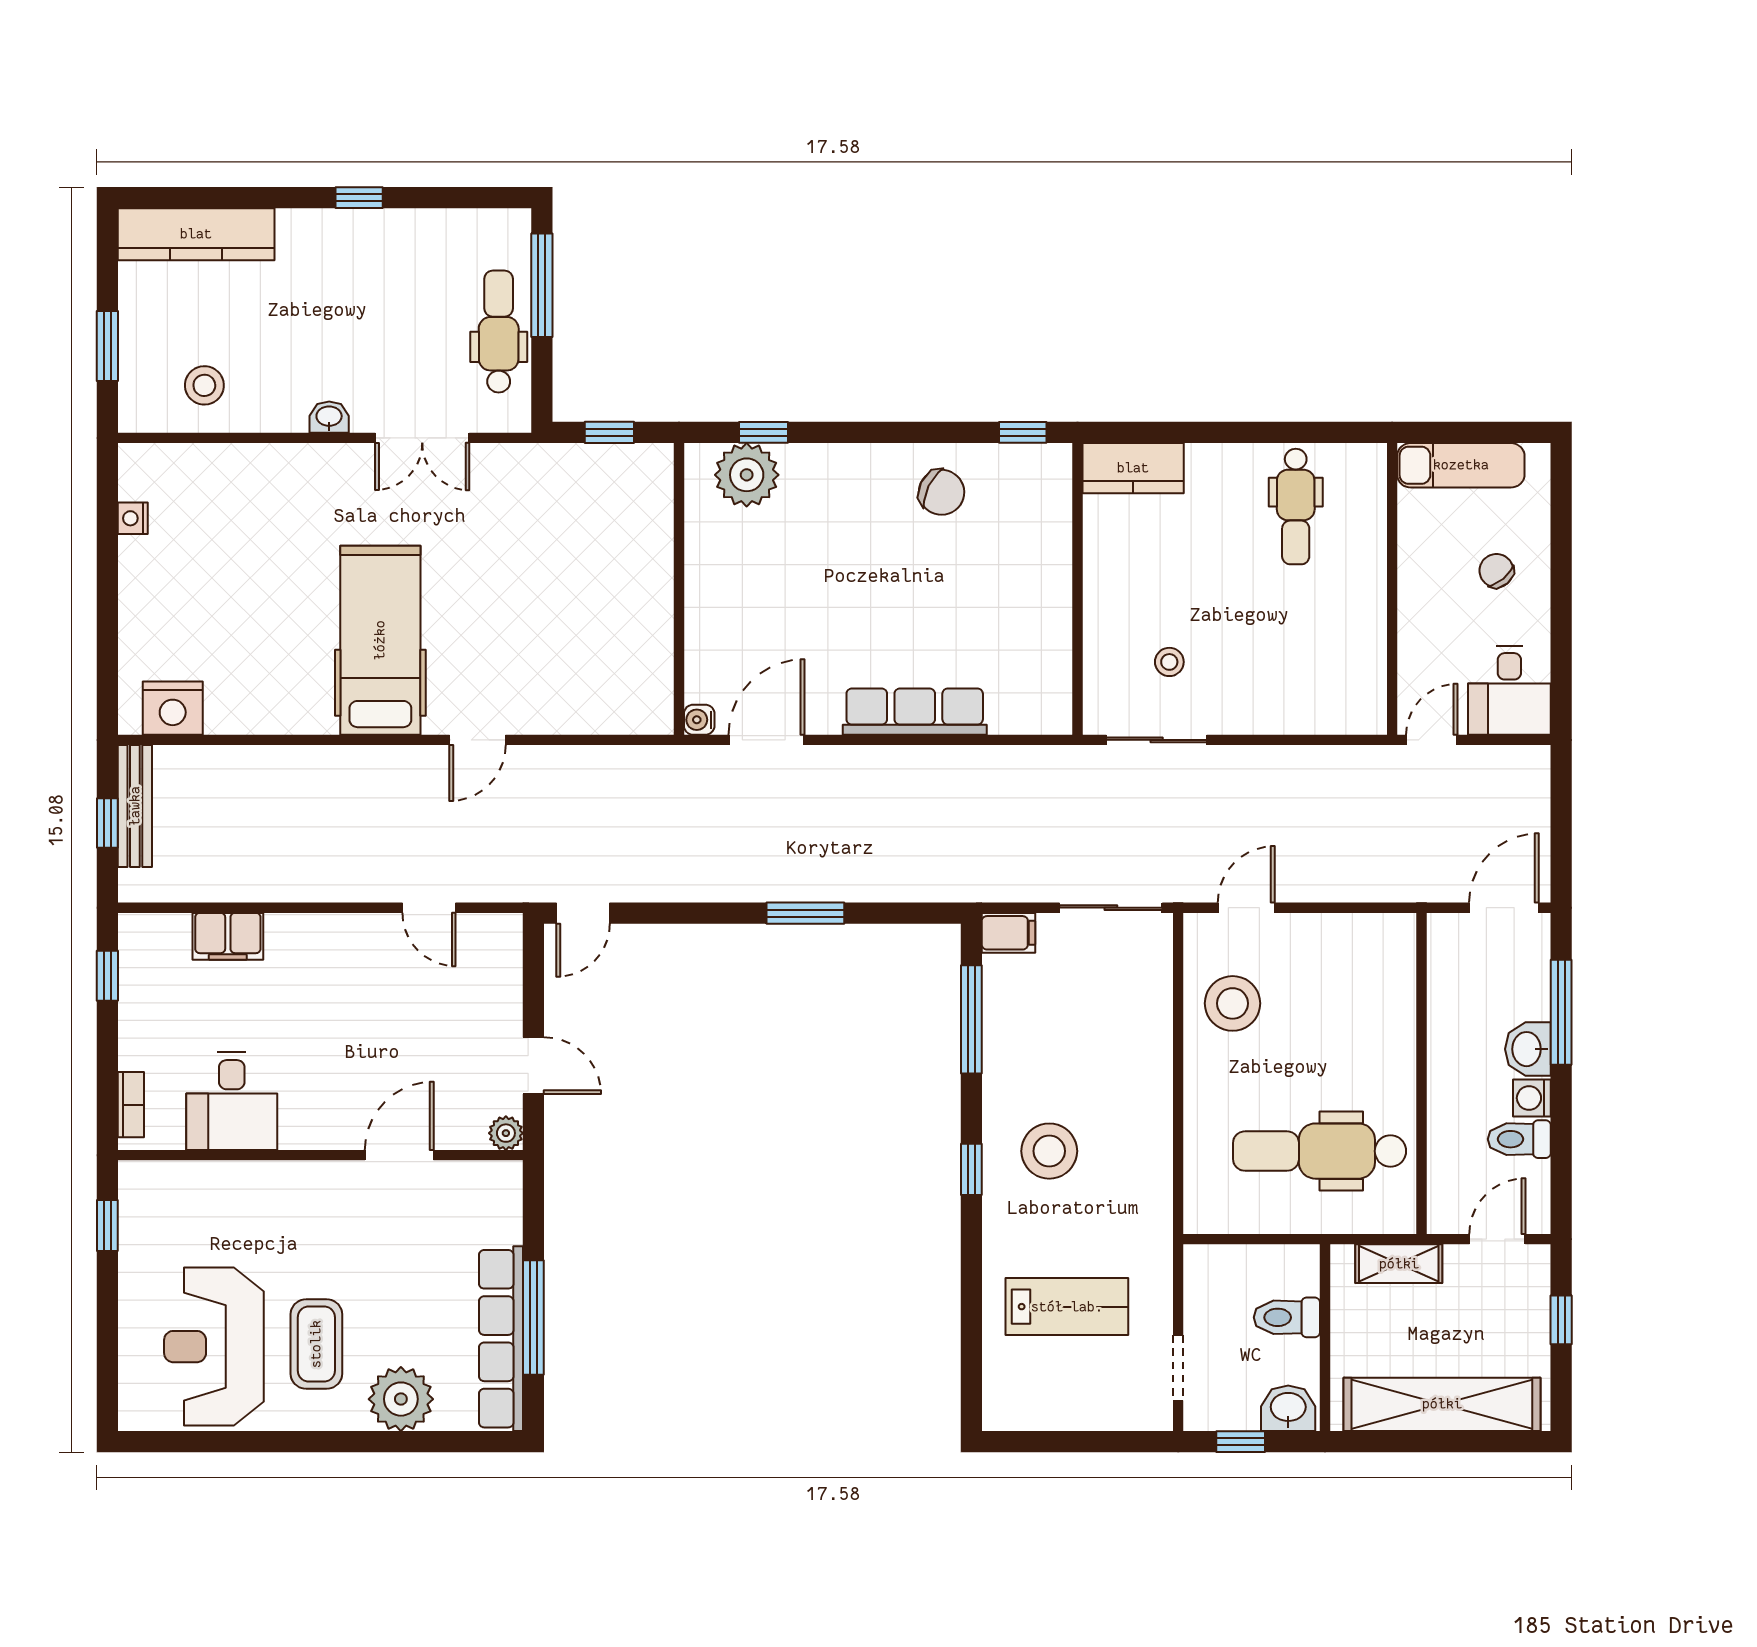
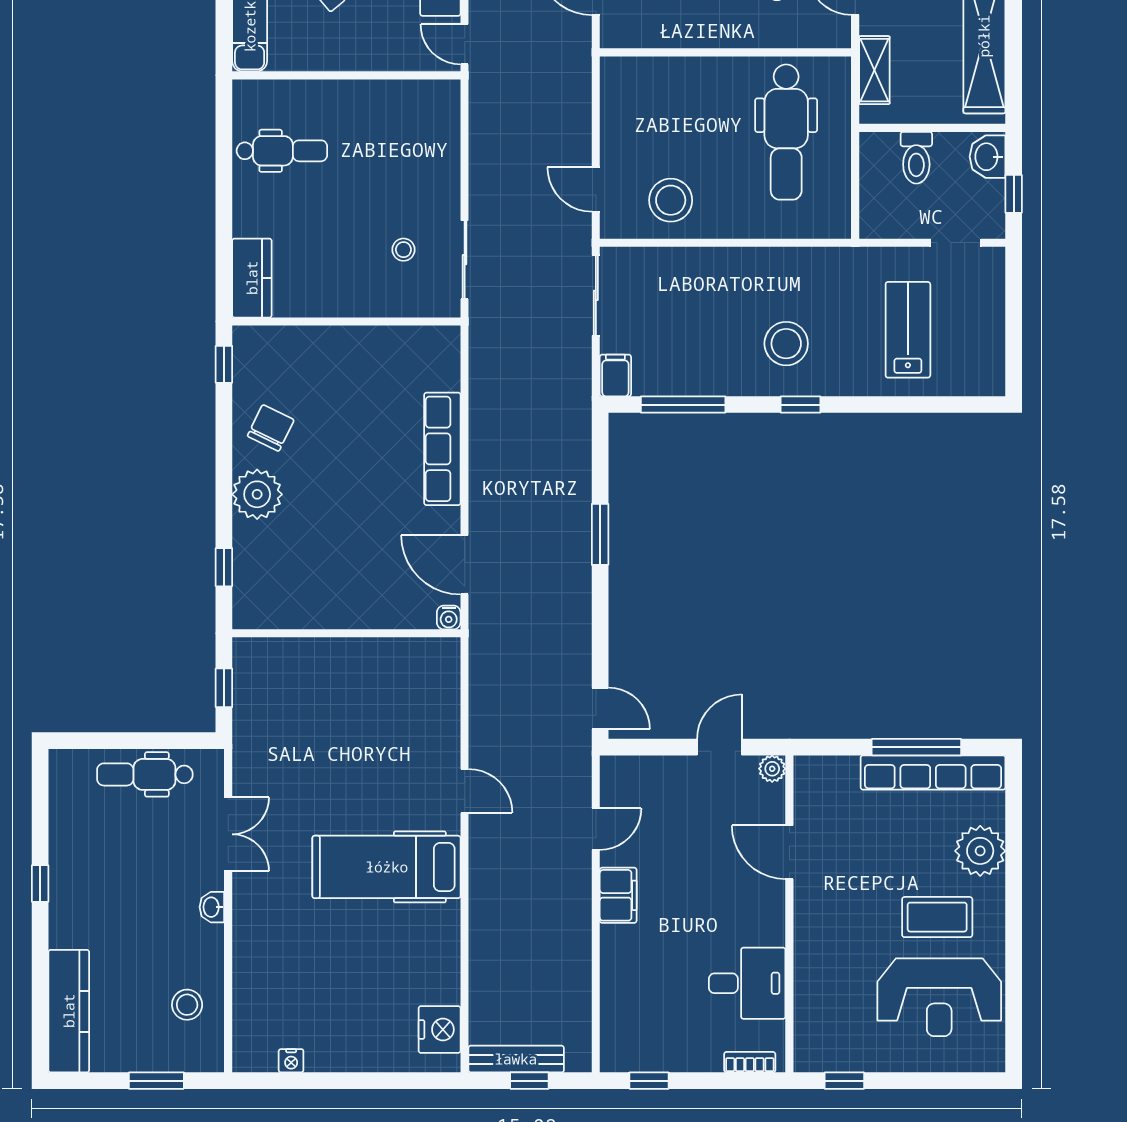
window: (542, 285) -> (109, 741), removed
plant: (747, 475) -> (257, 494), moved
filing cabinet: (228, 936) -> (618, 895), moved

